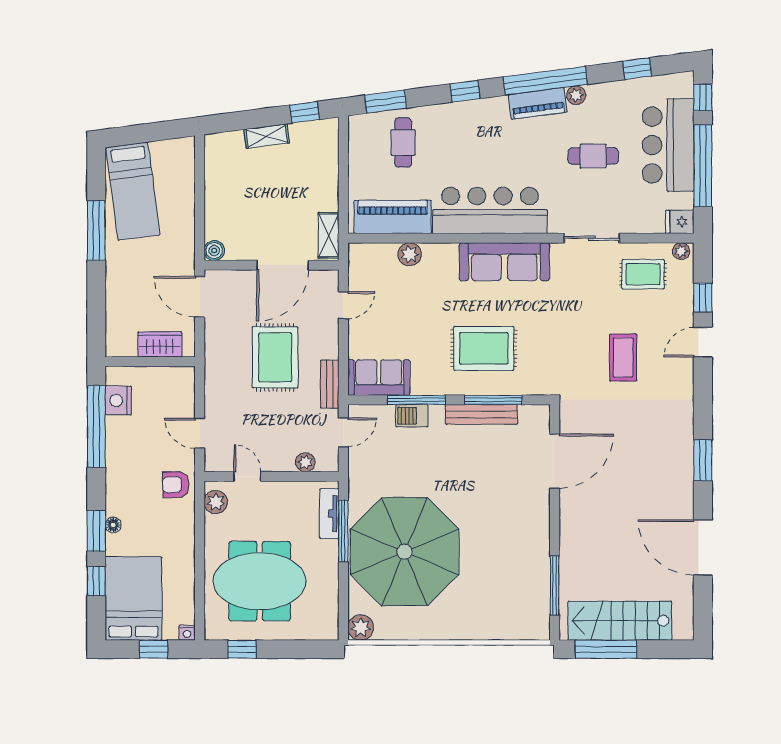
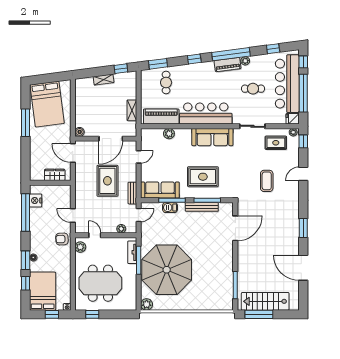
bar counter: (668, 145) -> (287, 84), width x1.36
bed: (133, 191) -> (47, 104), width x1.50
shelving: (329, 235) -> (132, 110), moved
window: (703, 298) -> (303, 141), moved
sofa: (379, 378) -> (160, 190), width x1.36

